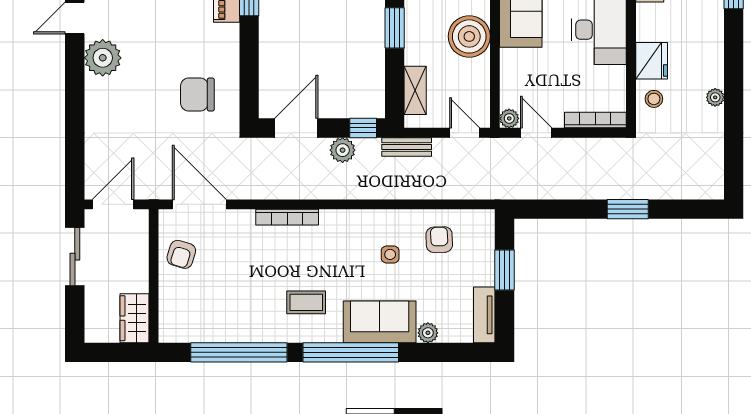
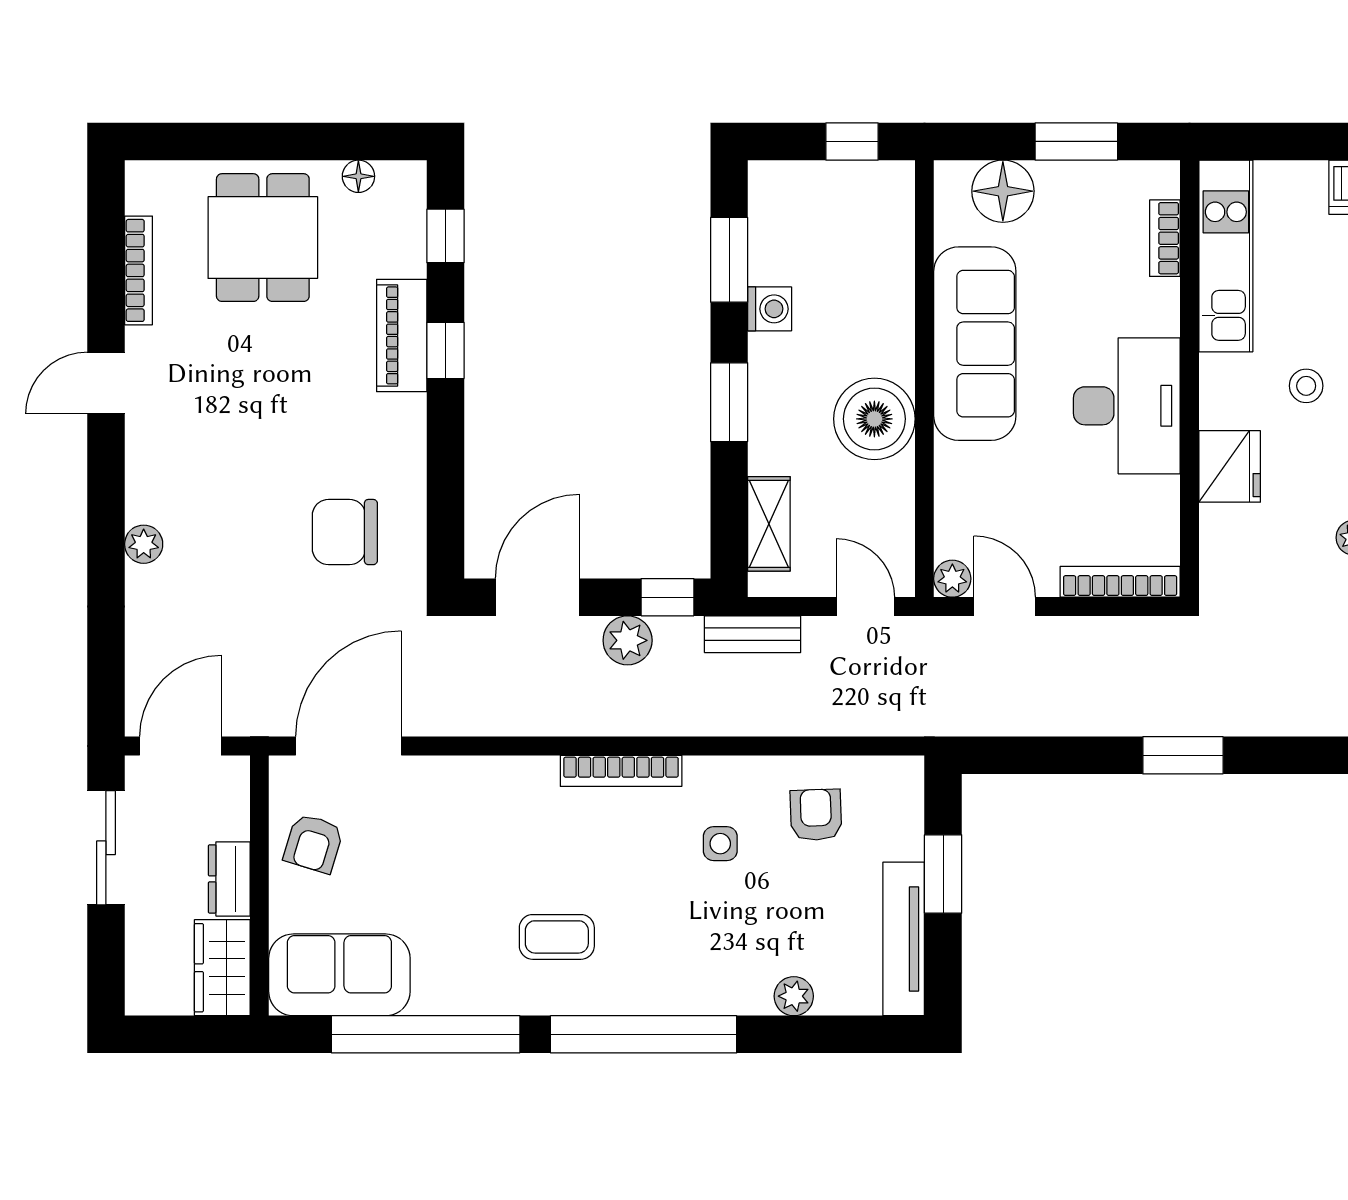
plant: (103, 58) -> (144, 544), moved, width x0.53, depth x0.53
stool: (654, 99) -> (1306, 386), moved
door: (199, 204) -> (348, 746), hinge flipped
bookcase: (287, 217) -> (621, 771), moved
dresser: (138, 273) -> (229, 879), added
tv unit: (484, 315) -> (904, 939), width x1.41
sofa: (380, 322) -> (339, 975), moved

